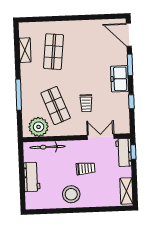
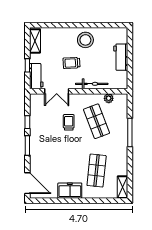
shelving: (25, 50) -> (123, 187), moved
window: (130, 65) -> (27, 146), moved
freezer: (120, 79) -> (70, 191), moved, turned -90
plant: (39, 127) -> (109, 98), width x0.53, depth x0.53
bicycle: (47, 147) -> (92, 84), moved
window: (133, 152) -> (27, 65), moved

